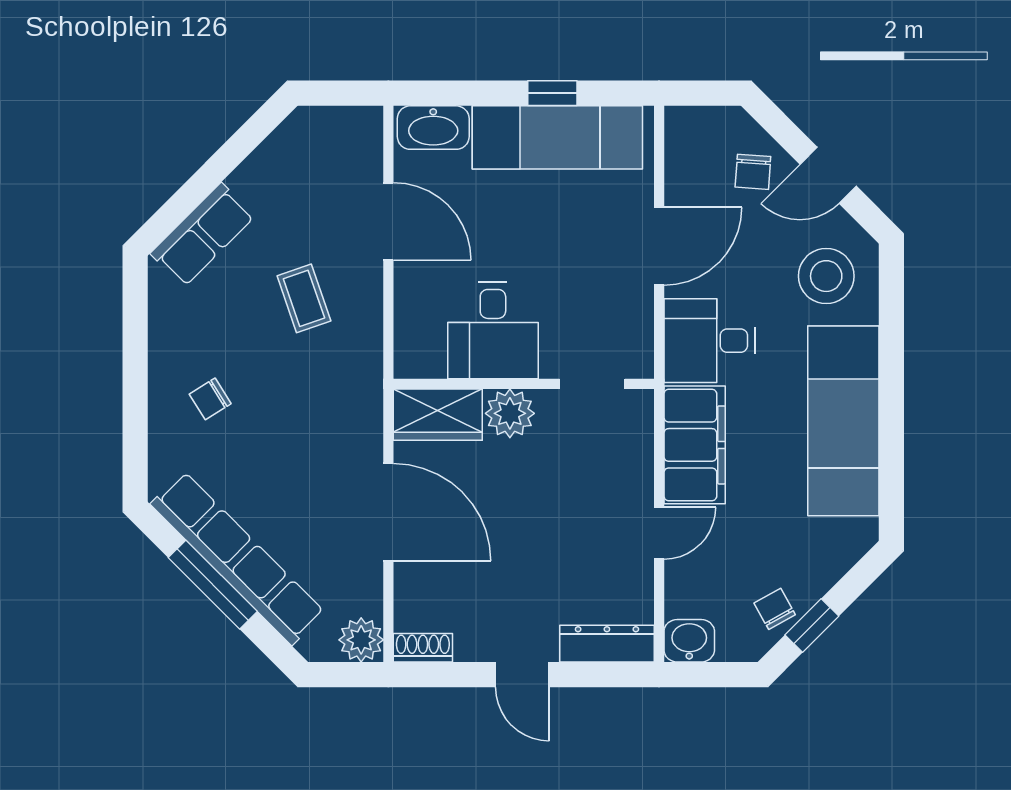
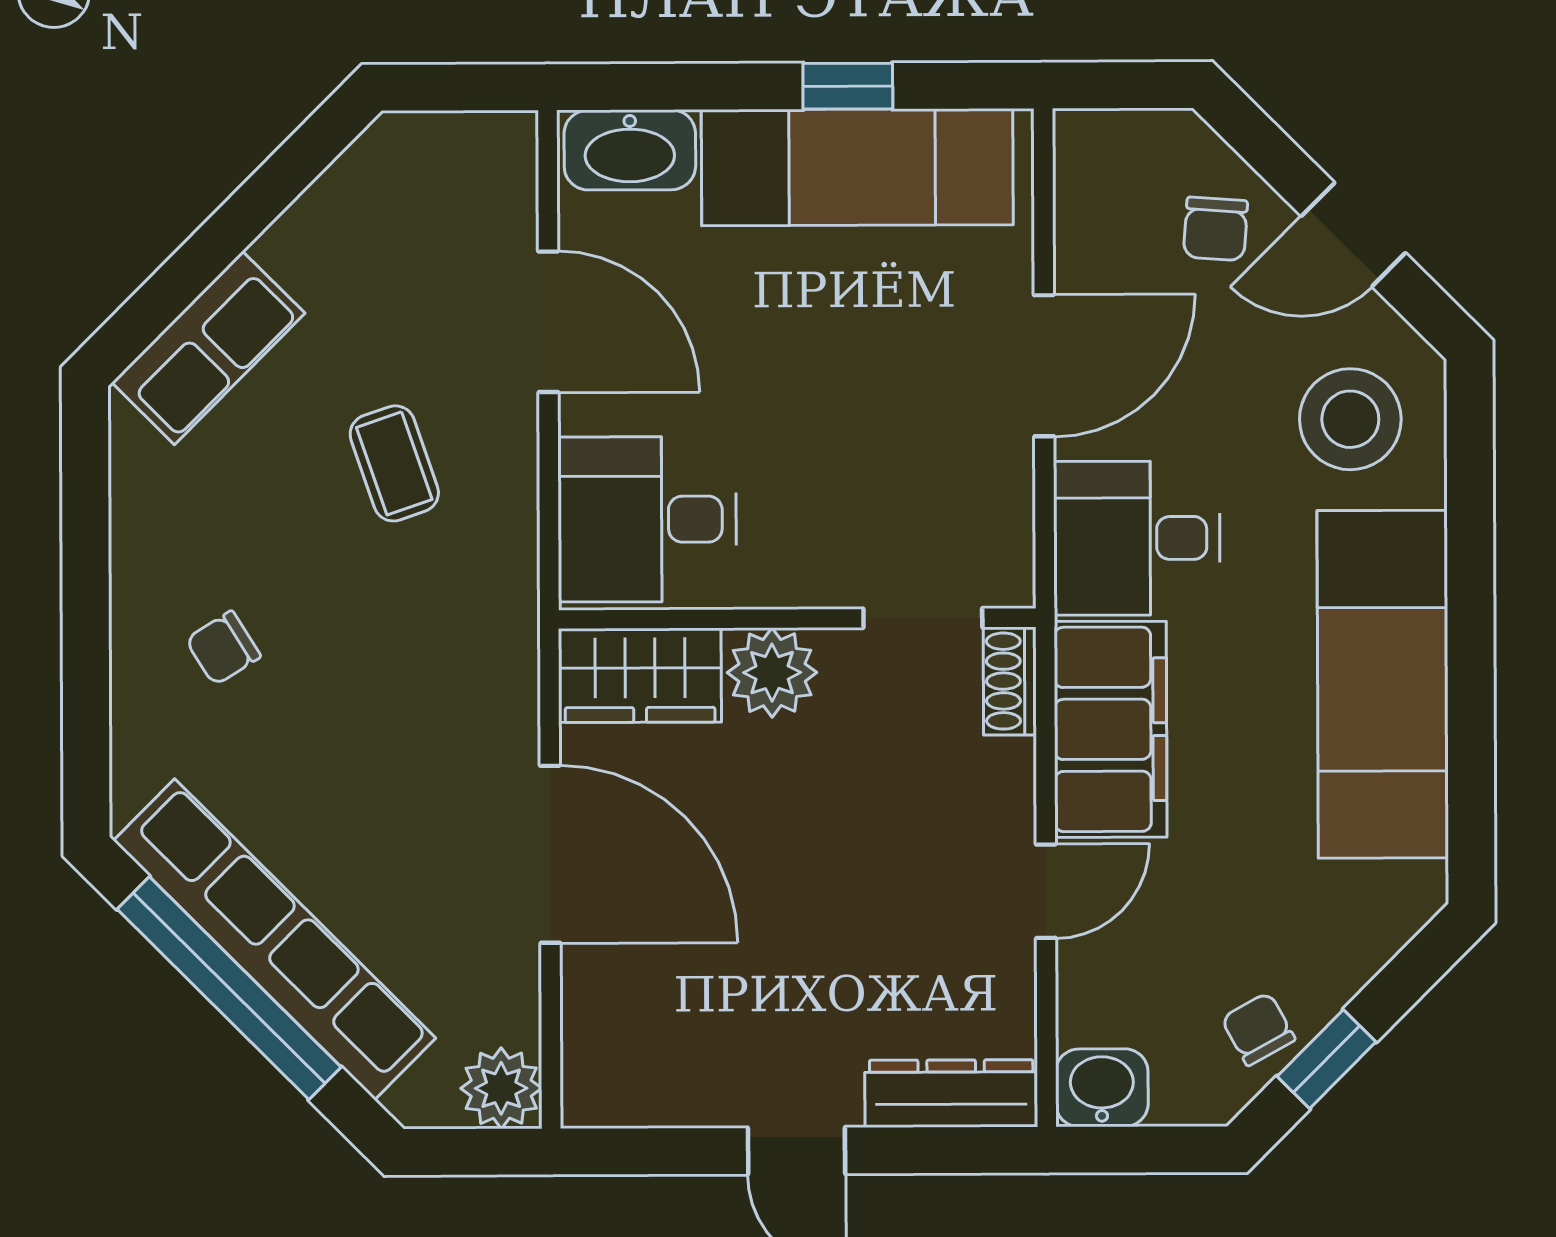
desk: (493, 330) -> (647, 519), moved, turned 90
window: (213, 585) -> (229, 988), width x1.46
shoe rack: (423, 648) -> (1010, 681), moved, turned -90

